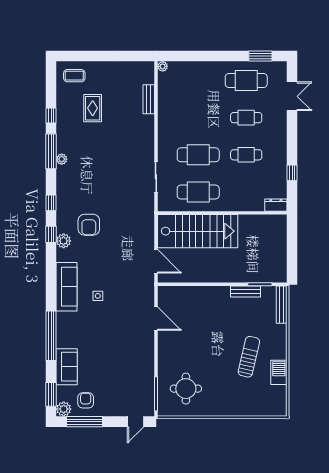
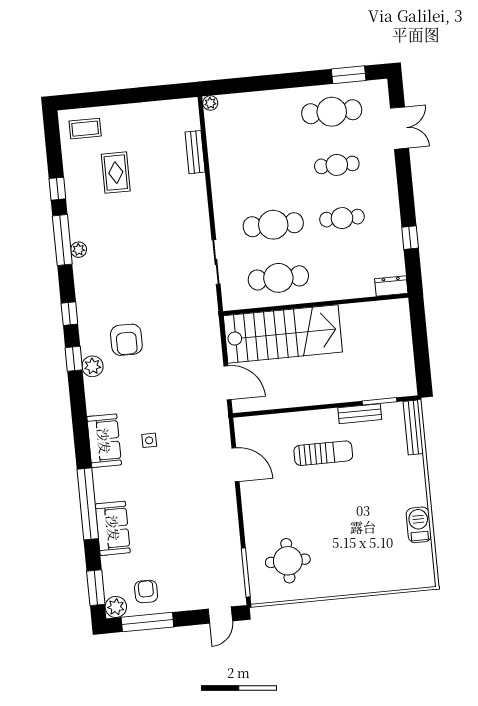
sofa: (67, 287) -> (104, 441), width x0.73
sun lounger: (249, 357) -> (323, 453), moved, turned 77
sofa: (67, 367) -> (113, 528), moved

